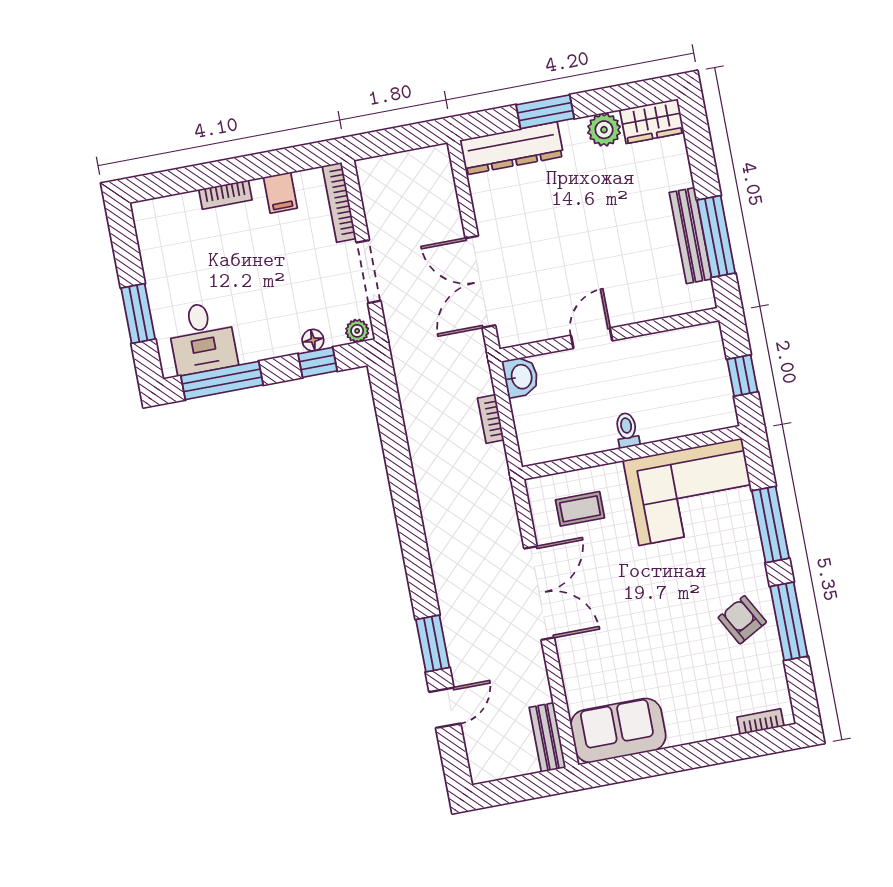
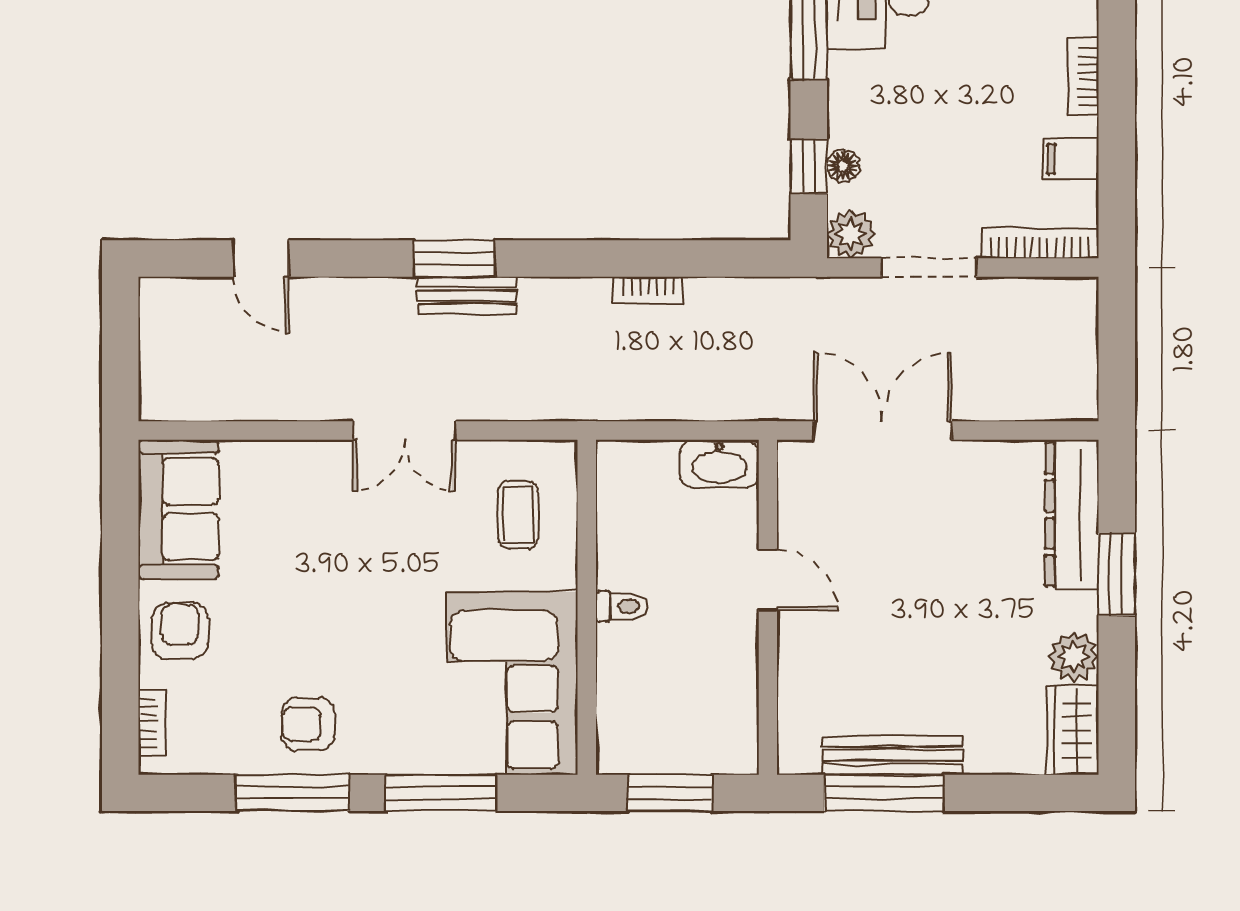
plant: (357, 331) -> (851, 234), width x1.38, depth x1.38
window: (742, 375) -> (670, 793), width x1.50
washbasin: (521, 377) -> (719, 464), width x1.38
bookcase: (491, 419) -> (648, 290), moved, turned 180
double door: (539, 593) -> (405, 431), width x0.73
armchair: (742, 620) -> (308, 724), turned -151
window: (433, 643) -> (454, 258), moved
armchair: (697, 715) -> (180, 631), added
bench: (548, 737) -> (467, 295), moved

